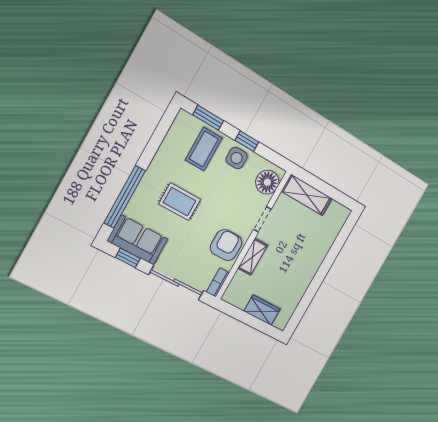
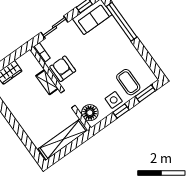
shelving: (307, 195) -> (63, 139), width x1.47
rug: (180, 202) -> (103, 53), removed
armchair: (226, 245) -> (63, 69), turned 180
sliding door: (176, 283) -> (54, 27), width x0.73

